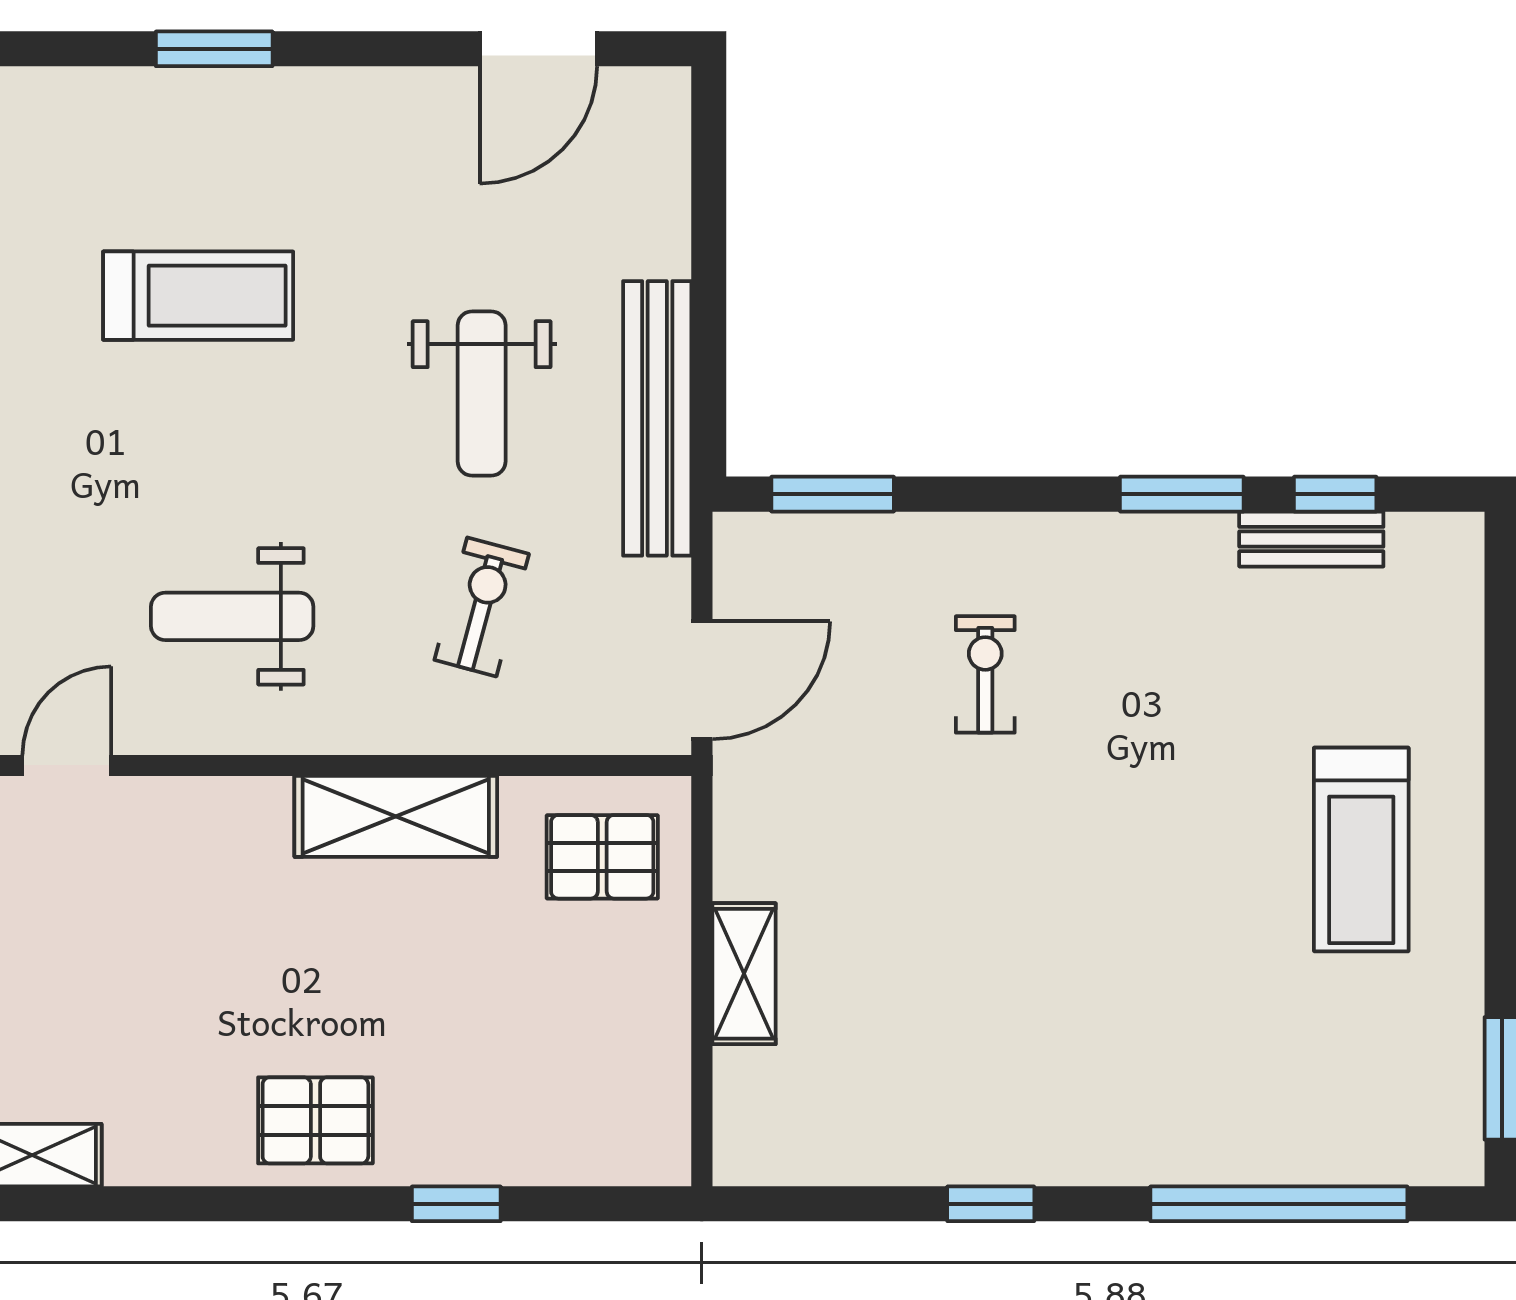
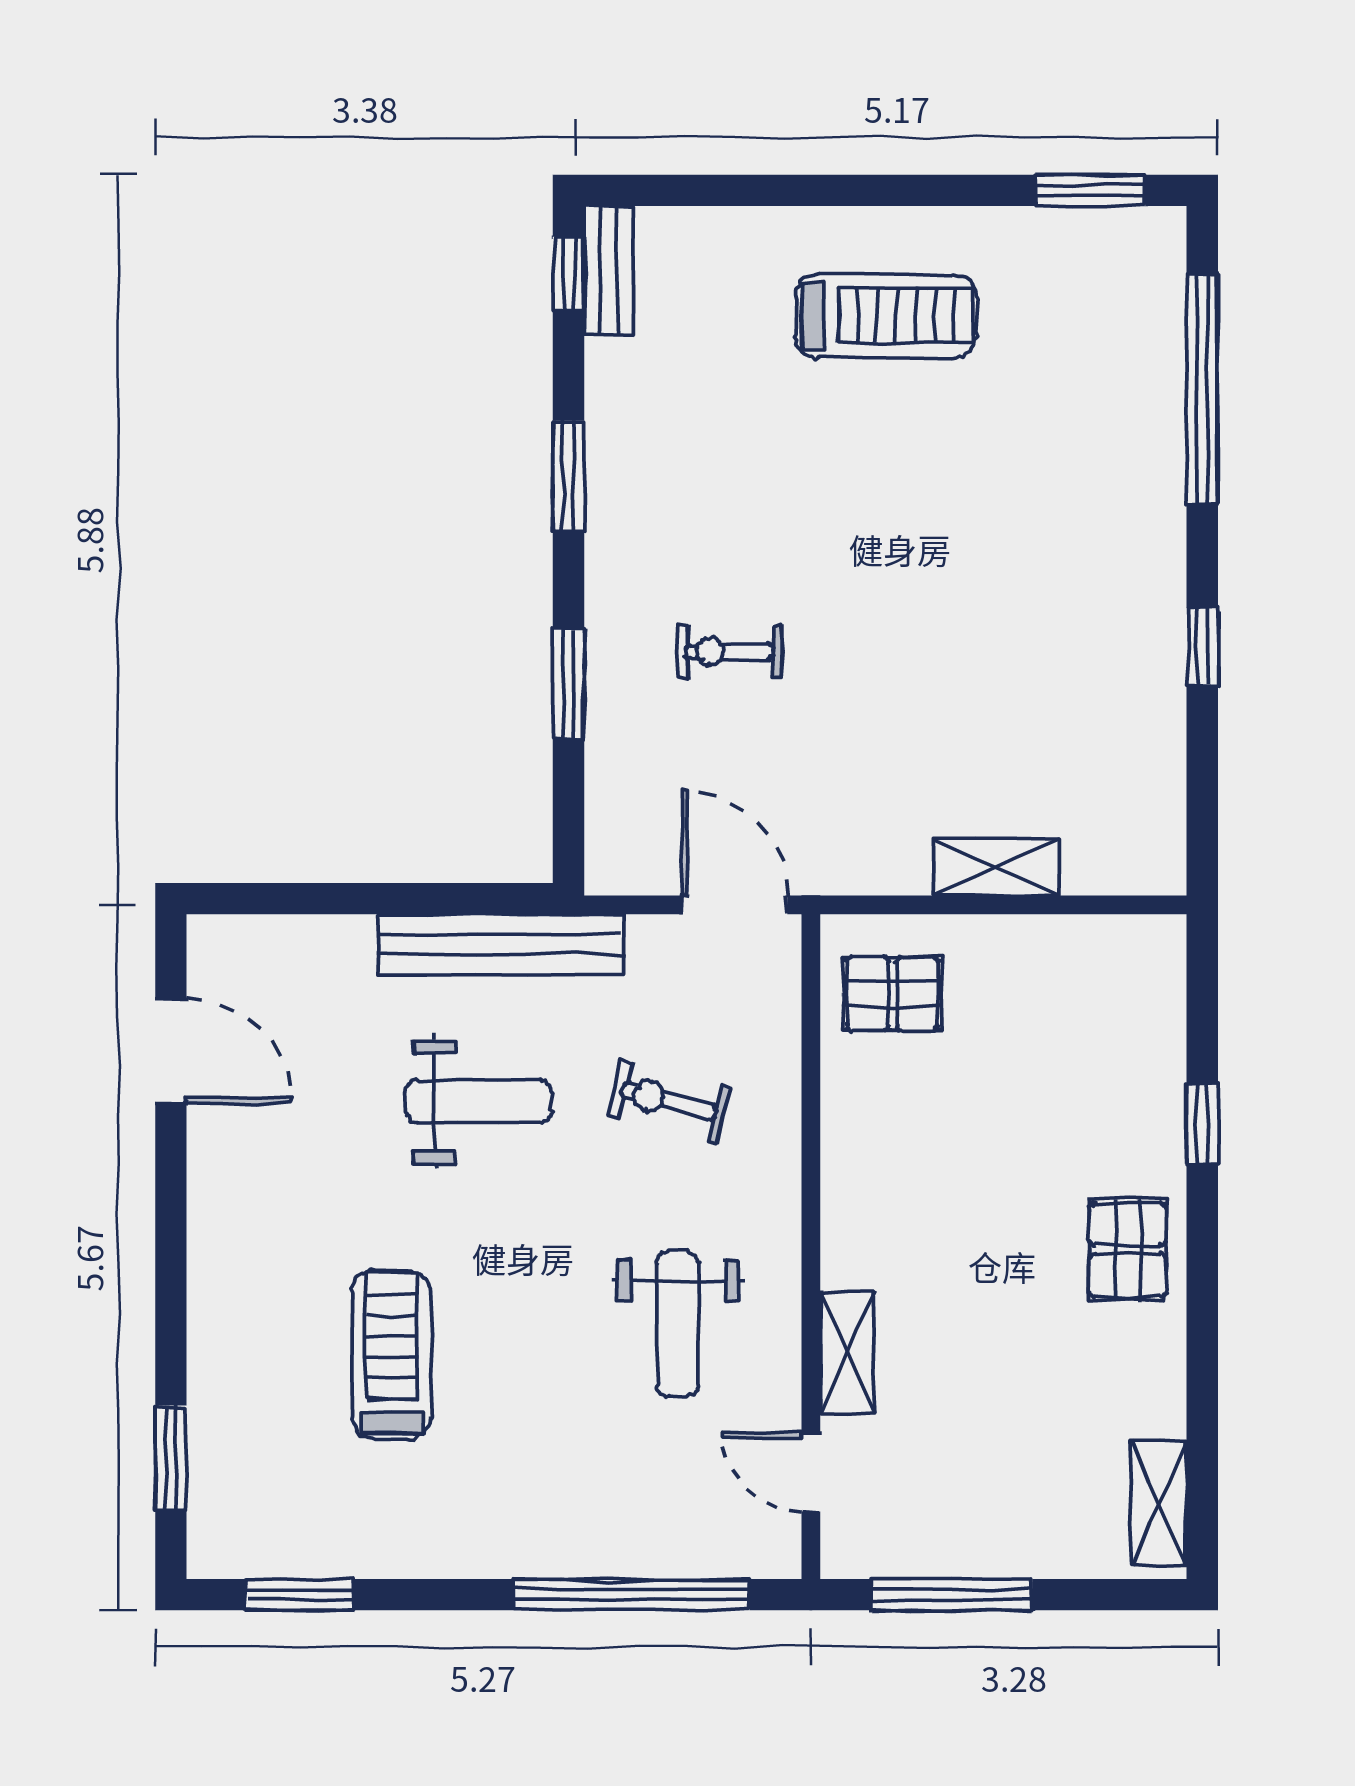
window: (214, 49) -> (171, 1458), moved
window: (833, 494) -> (569, 683), moved
window: (1335, 494) -> (569, 274), moved
bench: (1311, 539) -> (609, 270), moved
shelving: (396, 816) -> (847, 1353), moved, width x0.67, depth x0.75
pallet: (602, 857) -> (892, 994), turned 90

